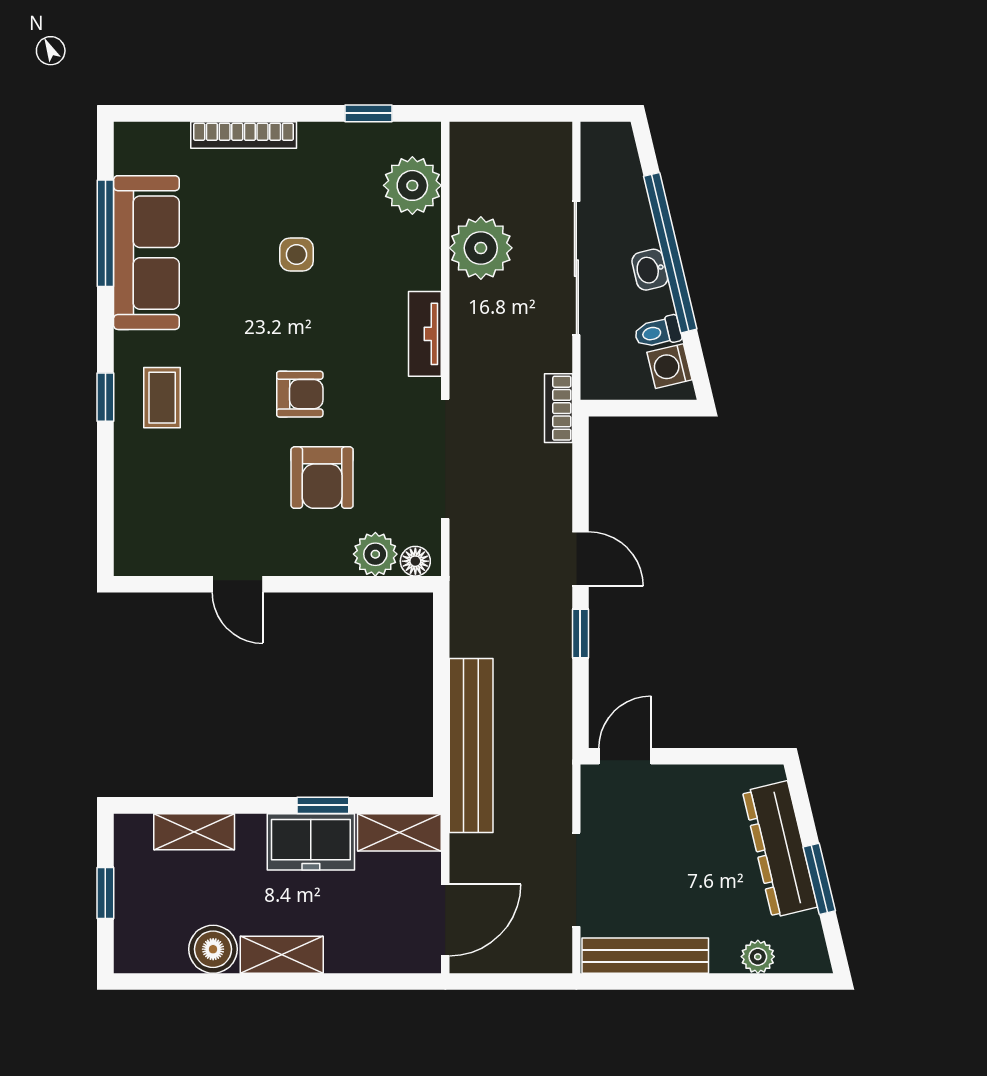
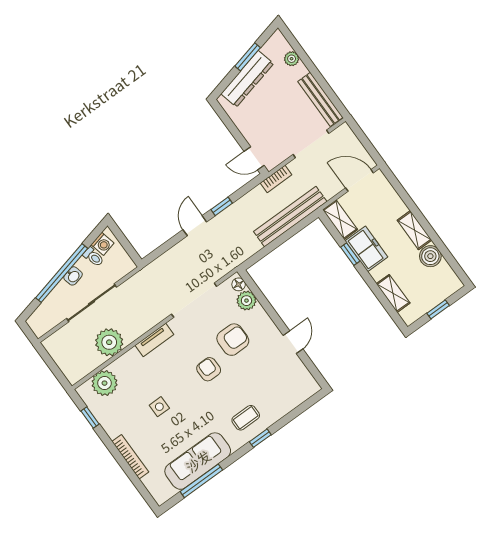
bookcase: (559, 408) -> (276, 179), moved

